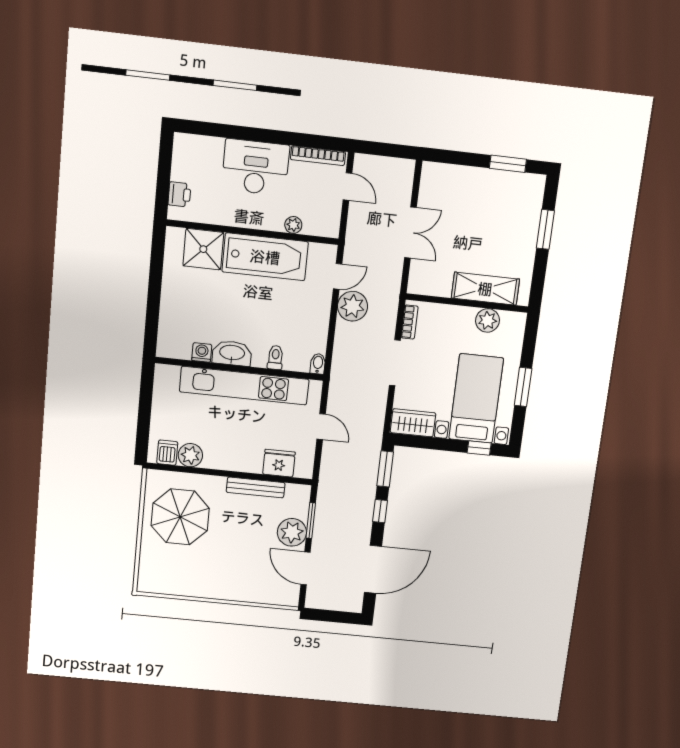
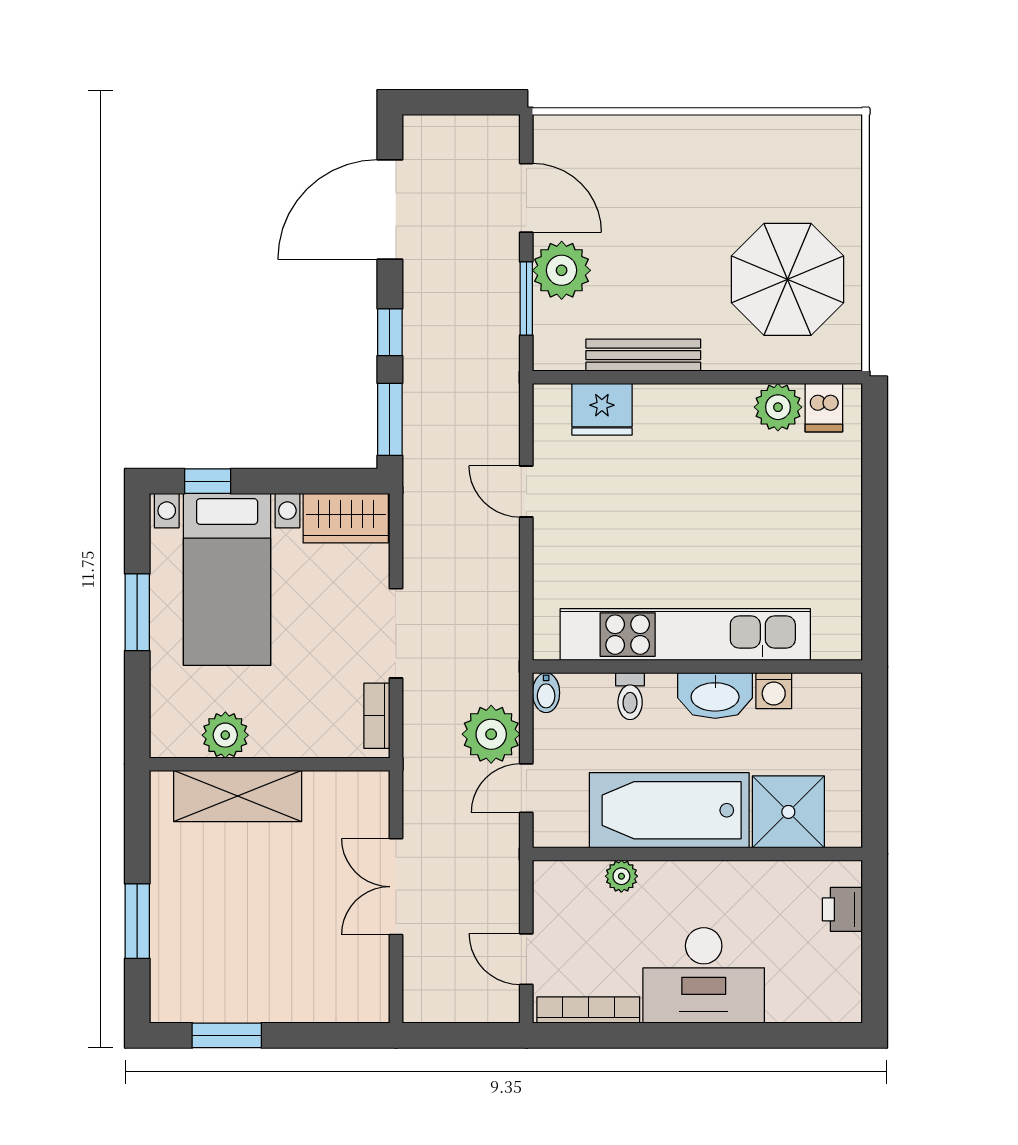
washing machine: (202, 353) -> (774, 691), moved
washbasin: (232, 353) -> (715, 696), moved
toilet: (275, 357) -> (630, 696), moved
bidet: (318, 364) -> (546, 693), moved
wall: (240, 369) -> (697, 667), moved
kitchen unit: (244, 386) -> (685, 635), moved

